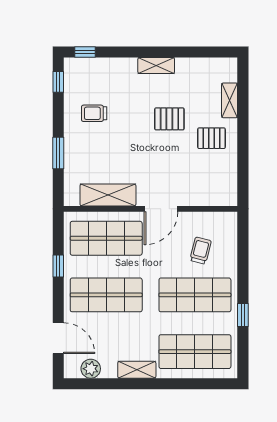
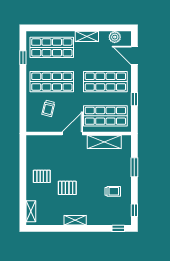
shelving: (230, 100) -> (31, 211), moved
window: (243, 315) -> (23, 58), moved

